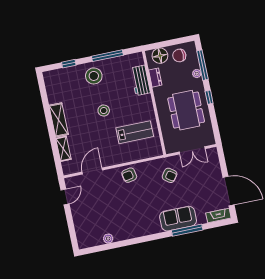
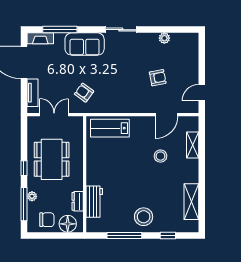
stool: (104, 110) -> (160, 156), moved
shelving: (59, 120) -> (191, 202), moved
lab bench: (135, 132) -> (110, 128), moved
tv unit: (215, 166) -> (32, 93), added
armchair: (129, 175) -> (158, 78), moved
window: (187, 230) -> (60, 30), moved
sliding door: (149, 238) -> (121, 30), added

